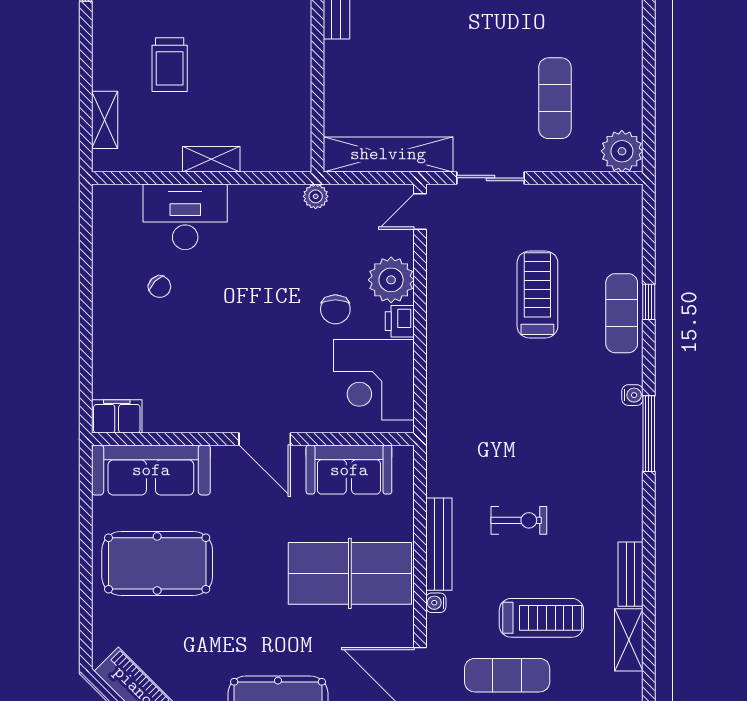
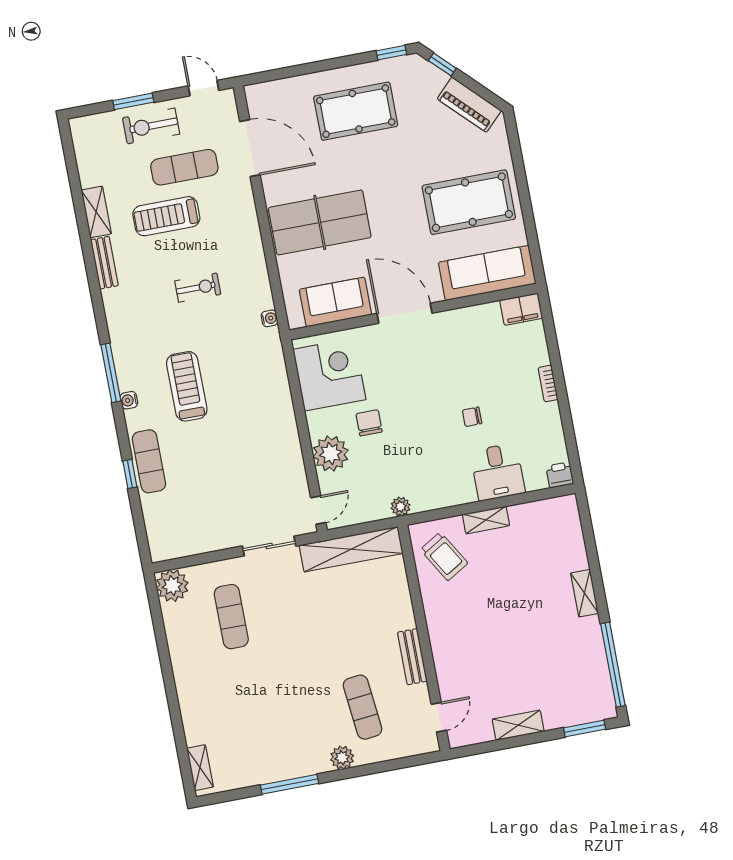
trolley: (170, 65) -> (444, 556), moved, turned 149
shelving: (105, 120) -> (584, 593), moved
desk: (185, 217) -> (498, 472), width x0.73
chair: (160, 287) -> (472, 417), moved, turned -45
treadmill: (537, 294) -> (187, 386), moved, turned 180
bookcase: (101, 316) -> (548, 384), added
printer: (400, 321) -> (560, 475), moved, turned -90
door: (265, 439) -> (404, 313), width x1.36
exercise bike: (519, 520) -> (198, 288), turned 180
bench: (439, 544) -> (256, 258), removed
water cooler: (436, 603) -> (270, 318), moved

